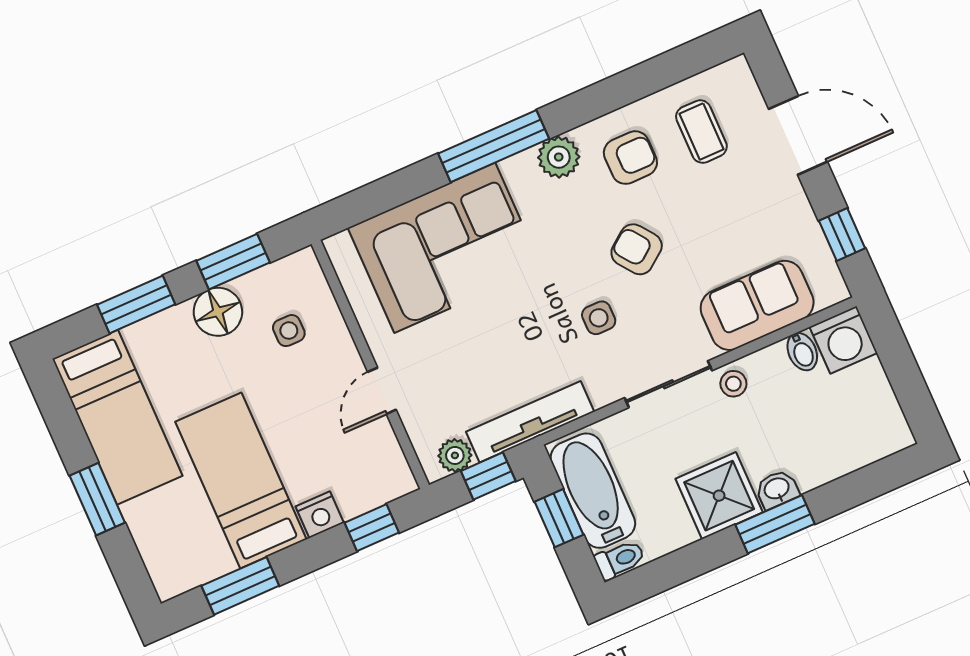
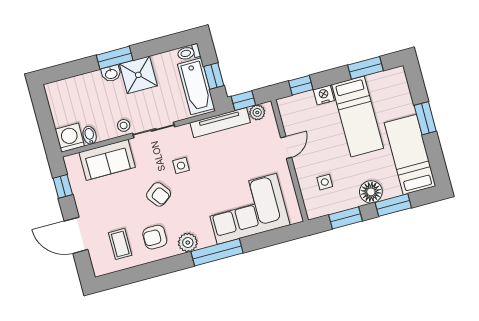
floor lamp: (218, 312) -> (371, 192), moved

